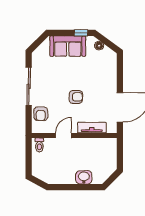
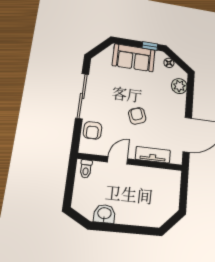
plant: (110, 65) -> (179, 86), added
armchair: (76, 97) -> (137, 116), turned -110
washbasin: (84, 177) -> (104, 214), moved

